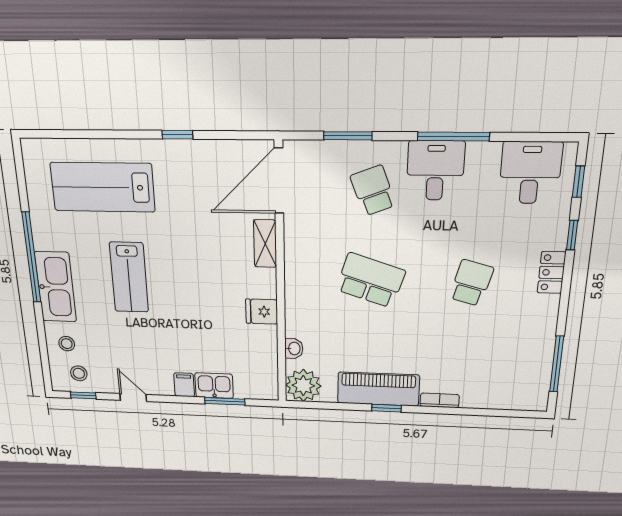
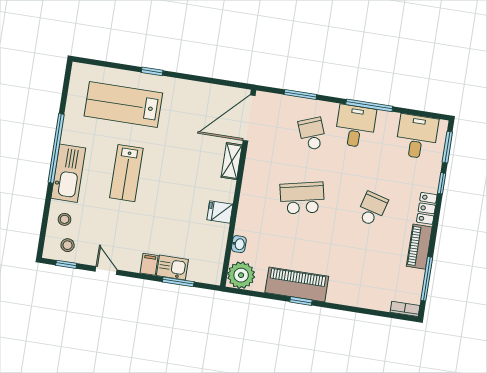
window: (177, 135) -> (152, 71), moved
window: (579, 182) -> (447, 147), width x1.50
school desk: (371, 280) -> (302, 198), turned -30
piano: (543, 325) -> (419, 247), added
bookcase: (440, 400) -> (405, 309), moved

